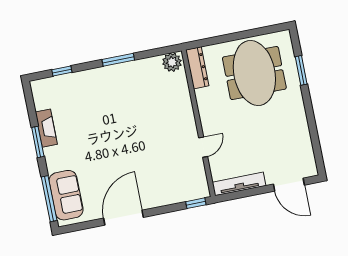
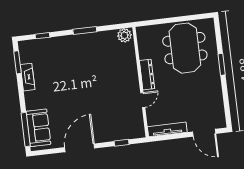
dresser: (197, 68) -> (147, 75), moved
window: (301, 70) -> (222, 64), moved
window: (38, 142) -> (18, 62), moved
window: (196, 203) -> (122, 143), moved

